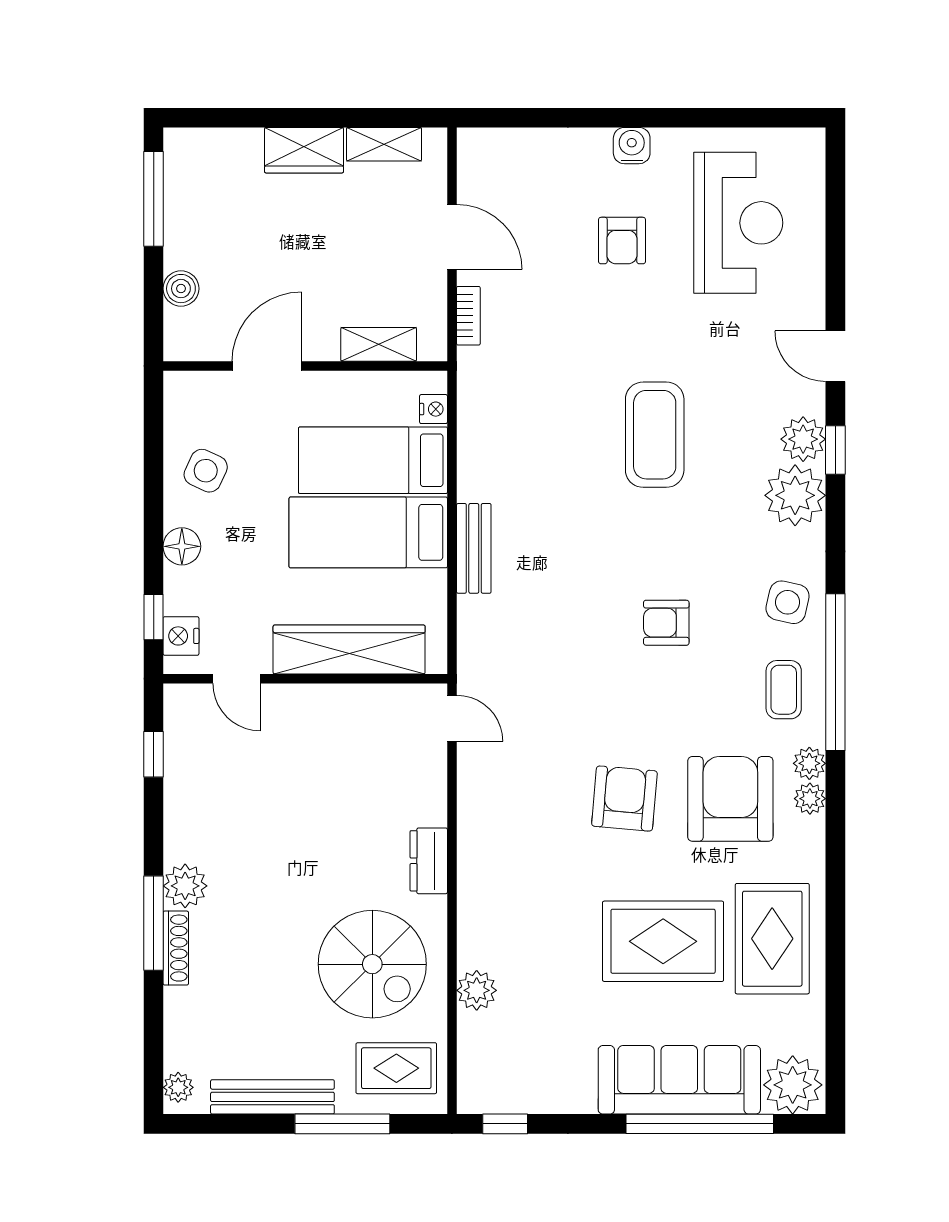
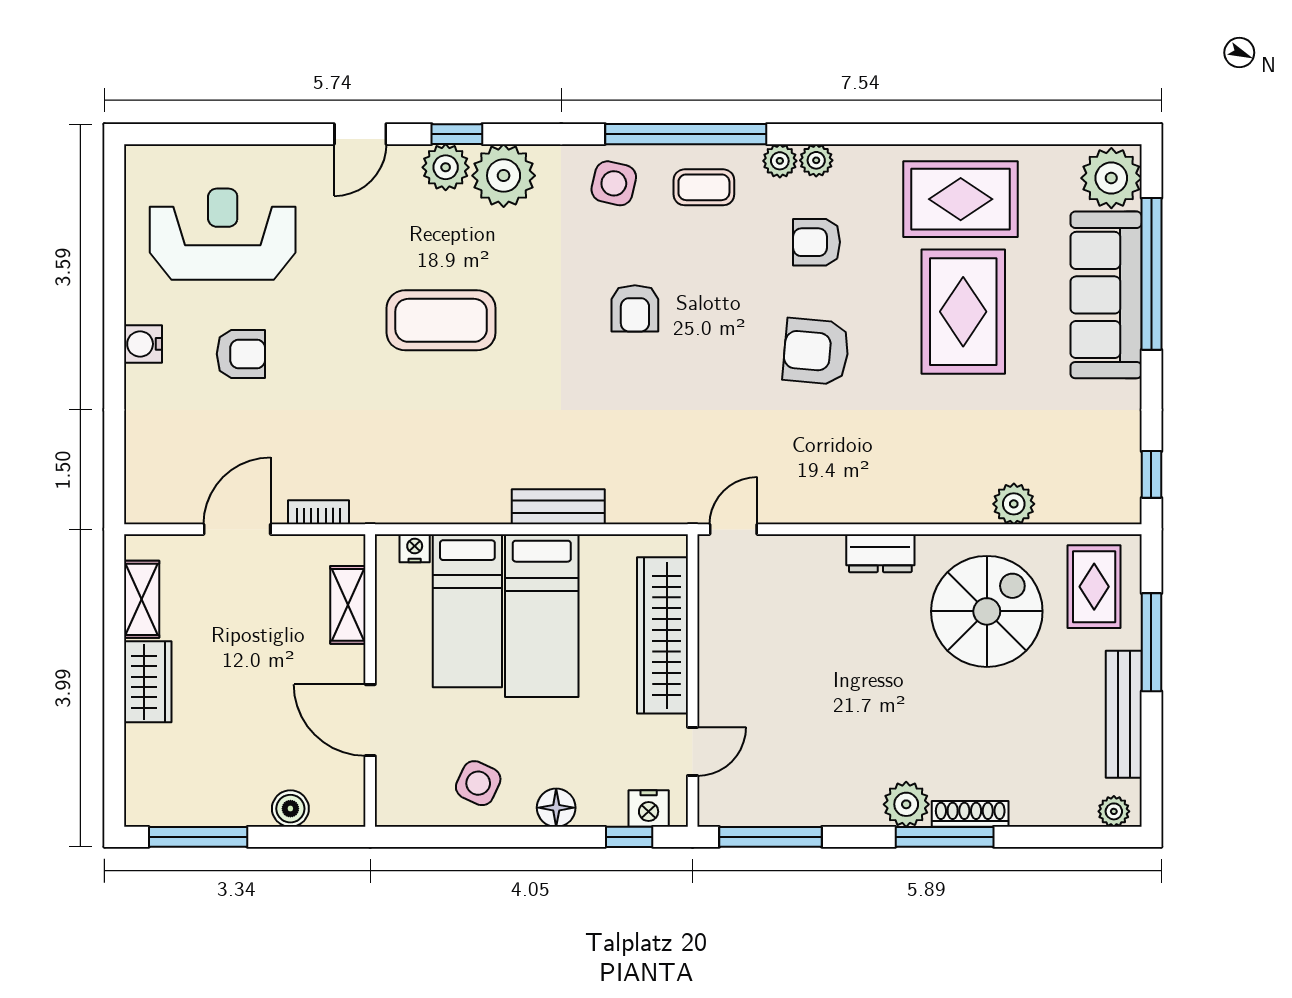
window: (154, 754) -> (770, 837), width x2.17
armchair: (730, 799) -> (817, 242), width x0.53, depth x0.53

